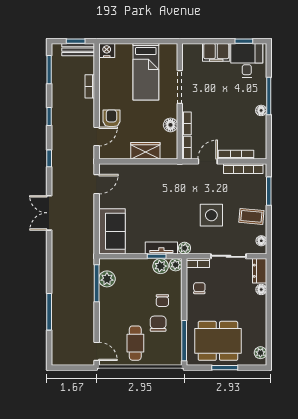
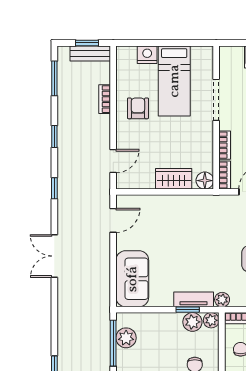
nightstand: (107, 51) -> (147, 55), moved
armchair: (111, 118) -> (138, 108), moved
floor lamp: (170, 125) -> (205, 181), moved

